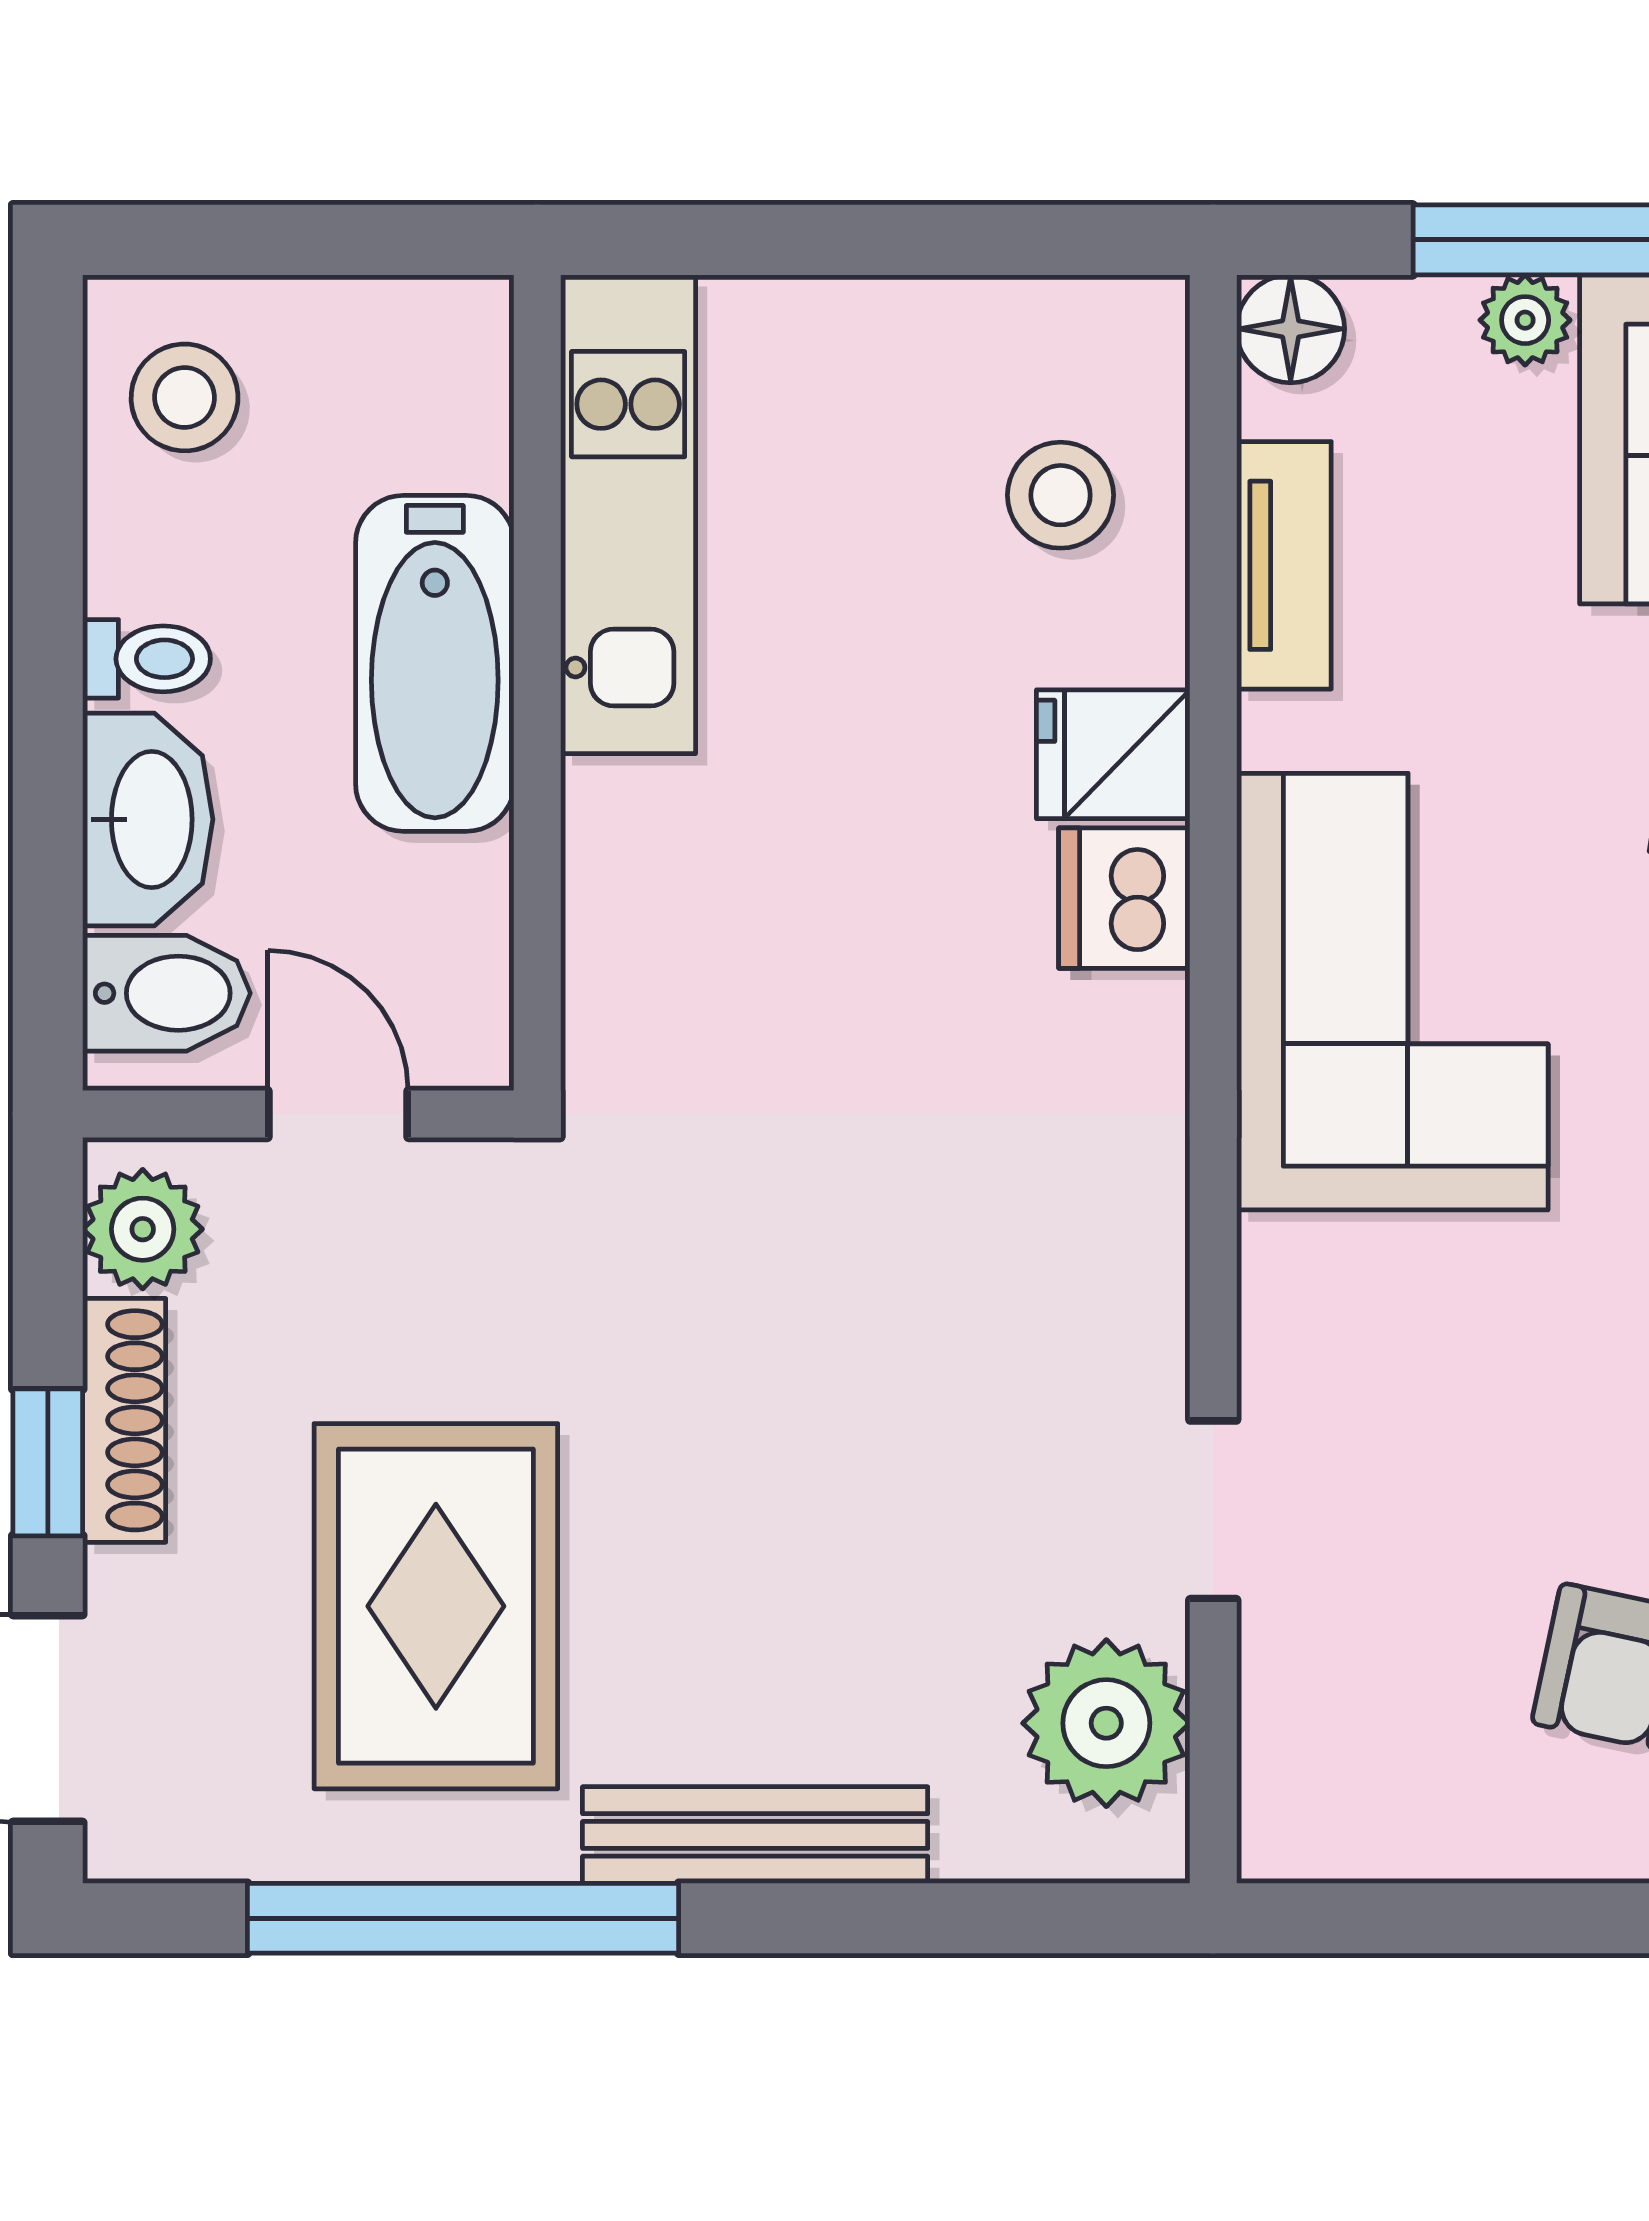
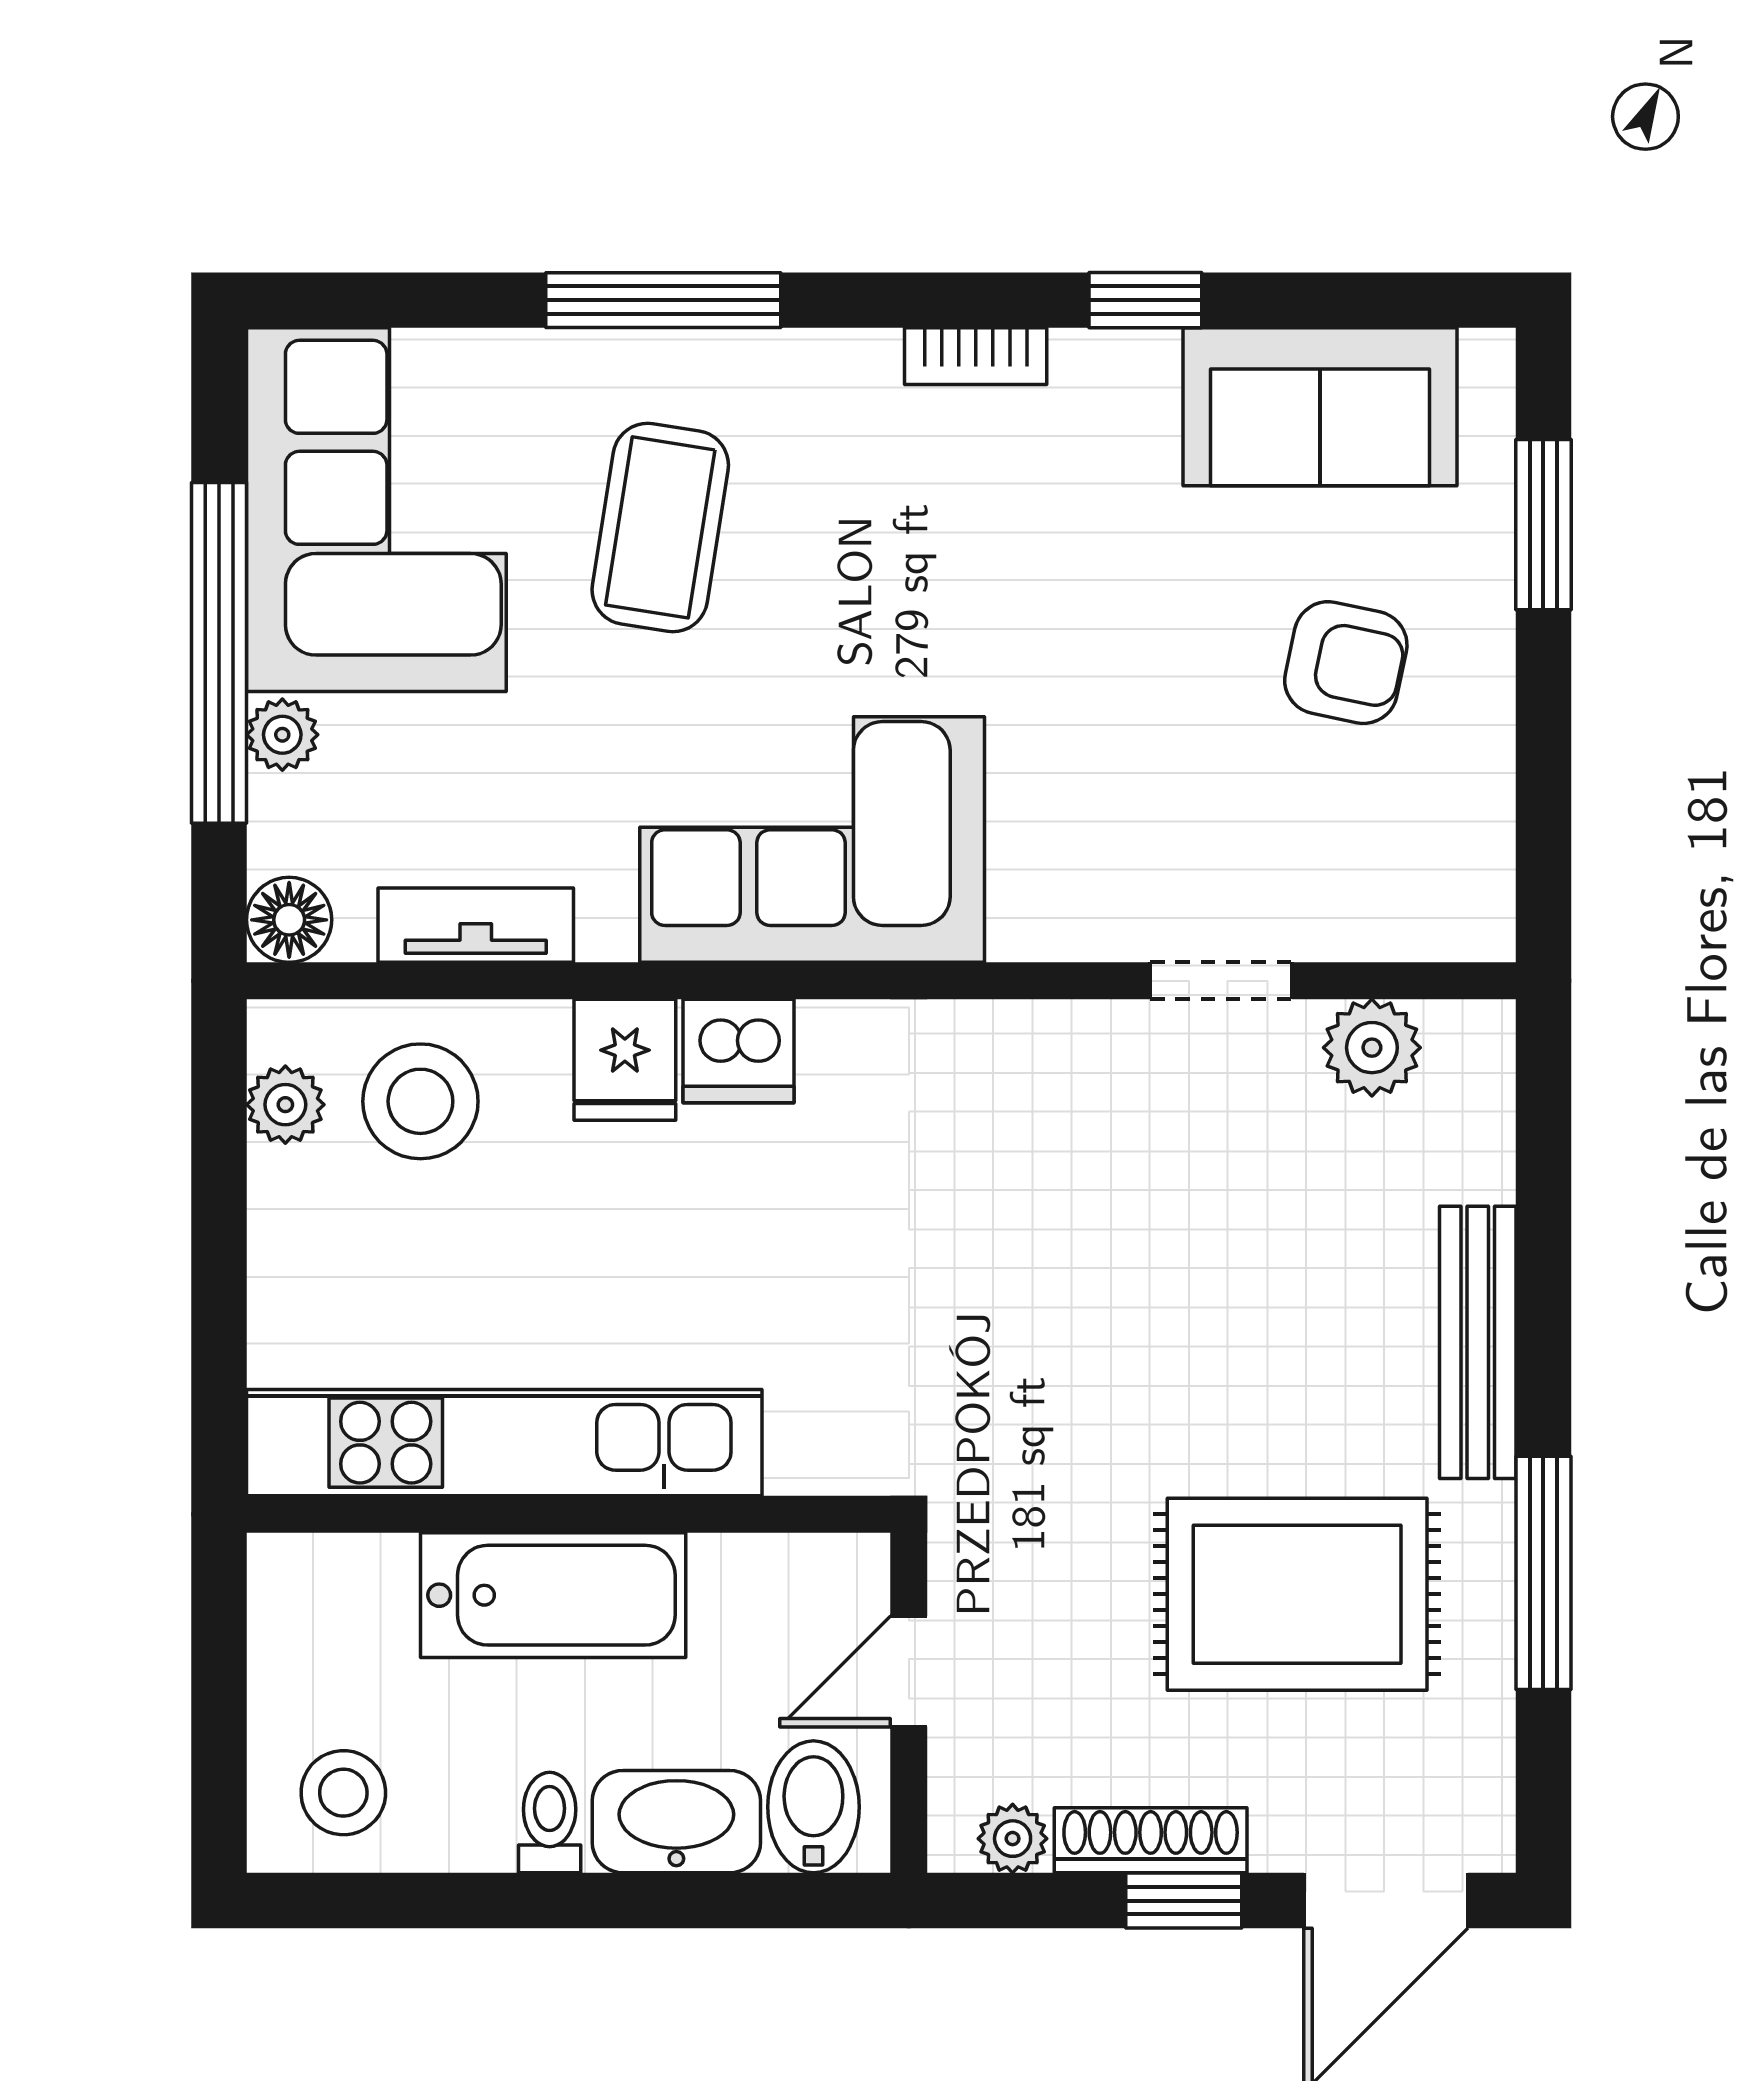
plant: (1056, 324) -> (285, 1105), added
stool: (1061, 495) -> (420, 1101), width x1.38, depth x1.38
kitchen unit: (628, 514) -> (504, 1443), width x1.36
plant: (143, 1229) -> (1013, 1839), width x0.73, depth x0.73
plant: (1106, 1723) -> (1372, 1048), width x0.73, depth x0.73
window: (463, 1918) -> (1543, 1573), width x0.68

